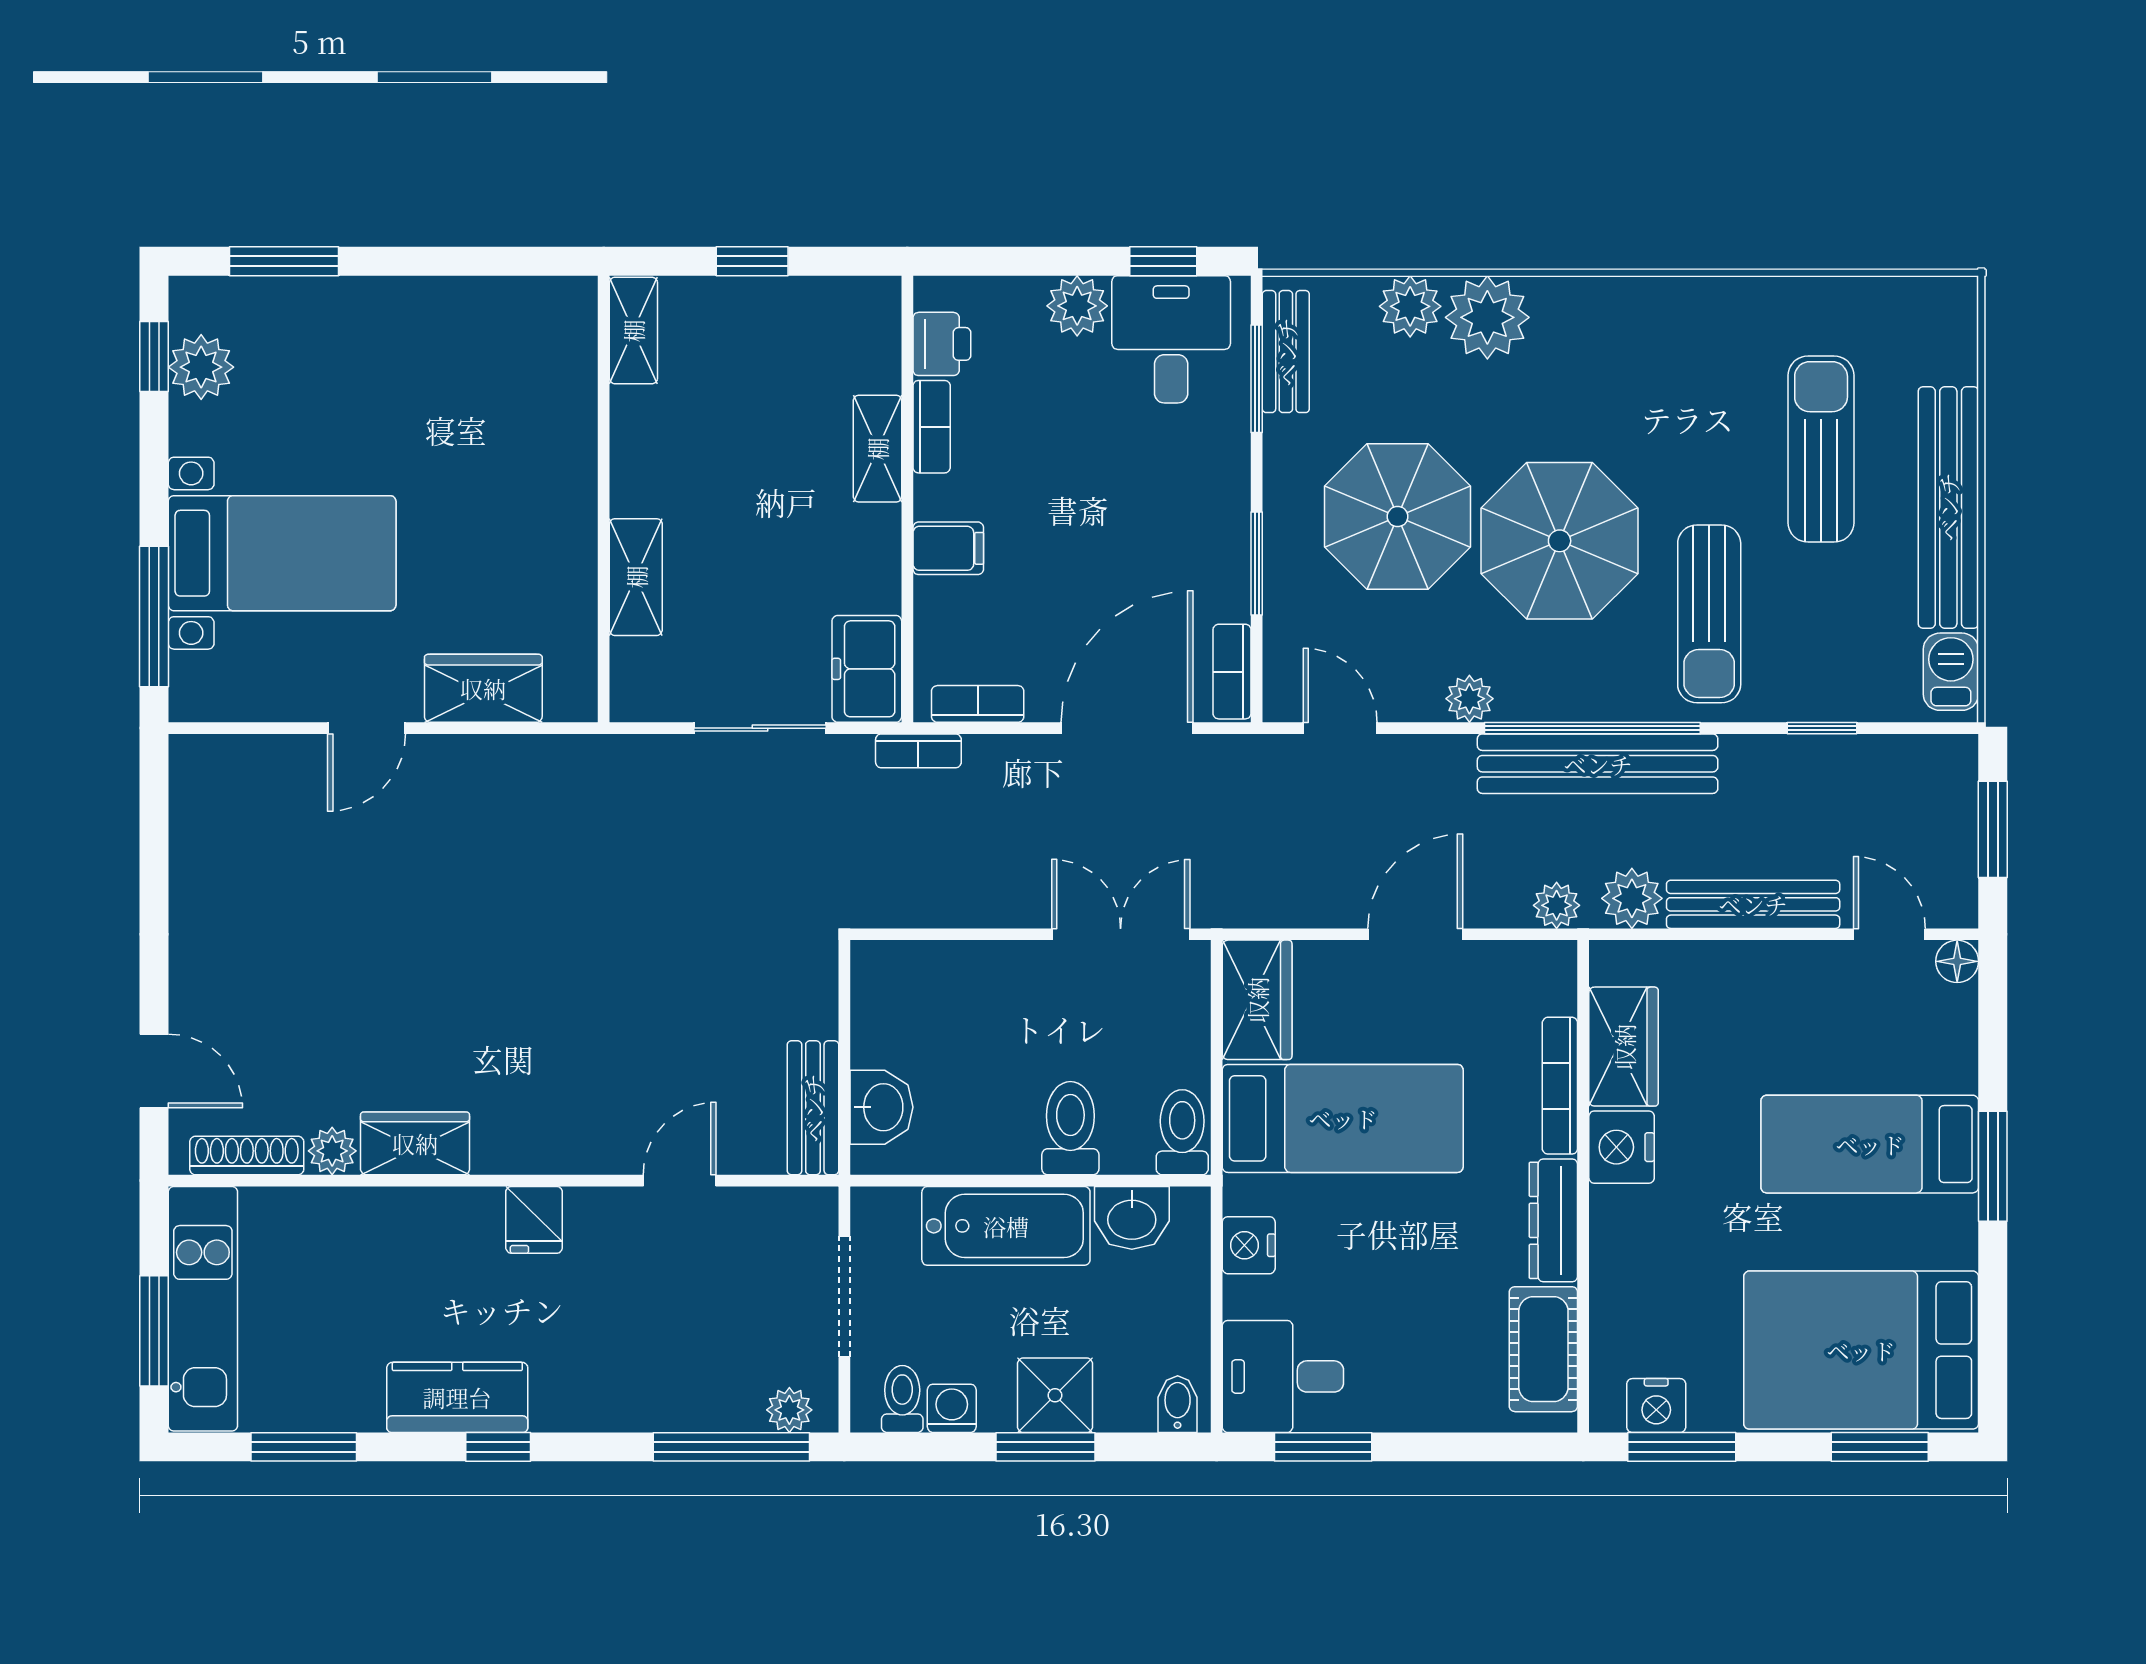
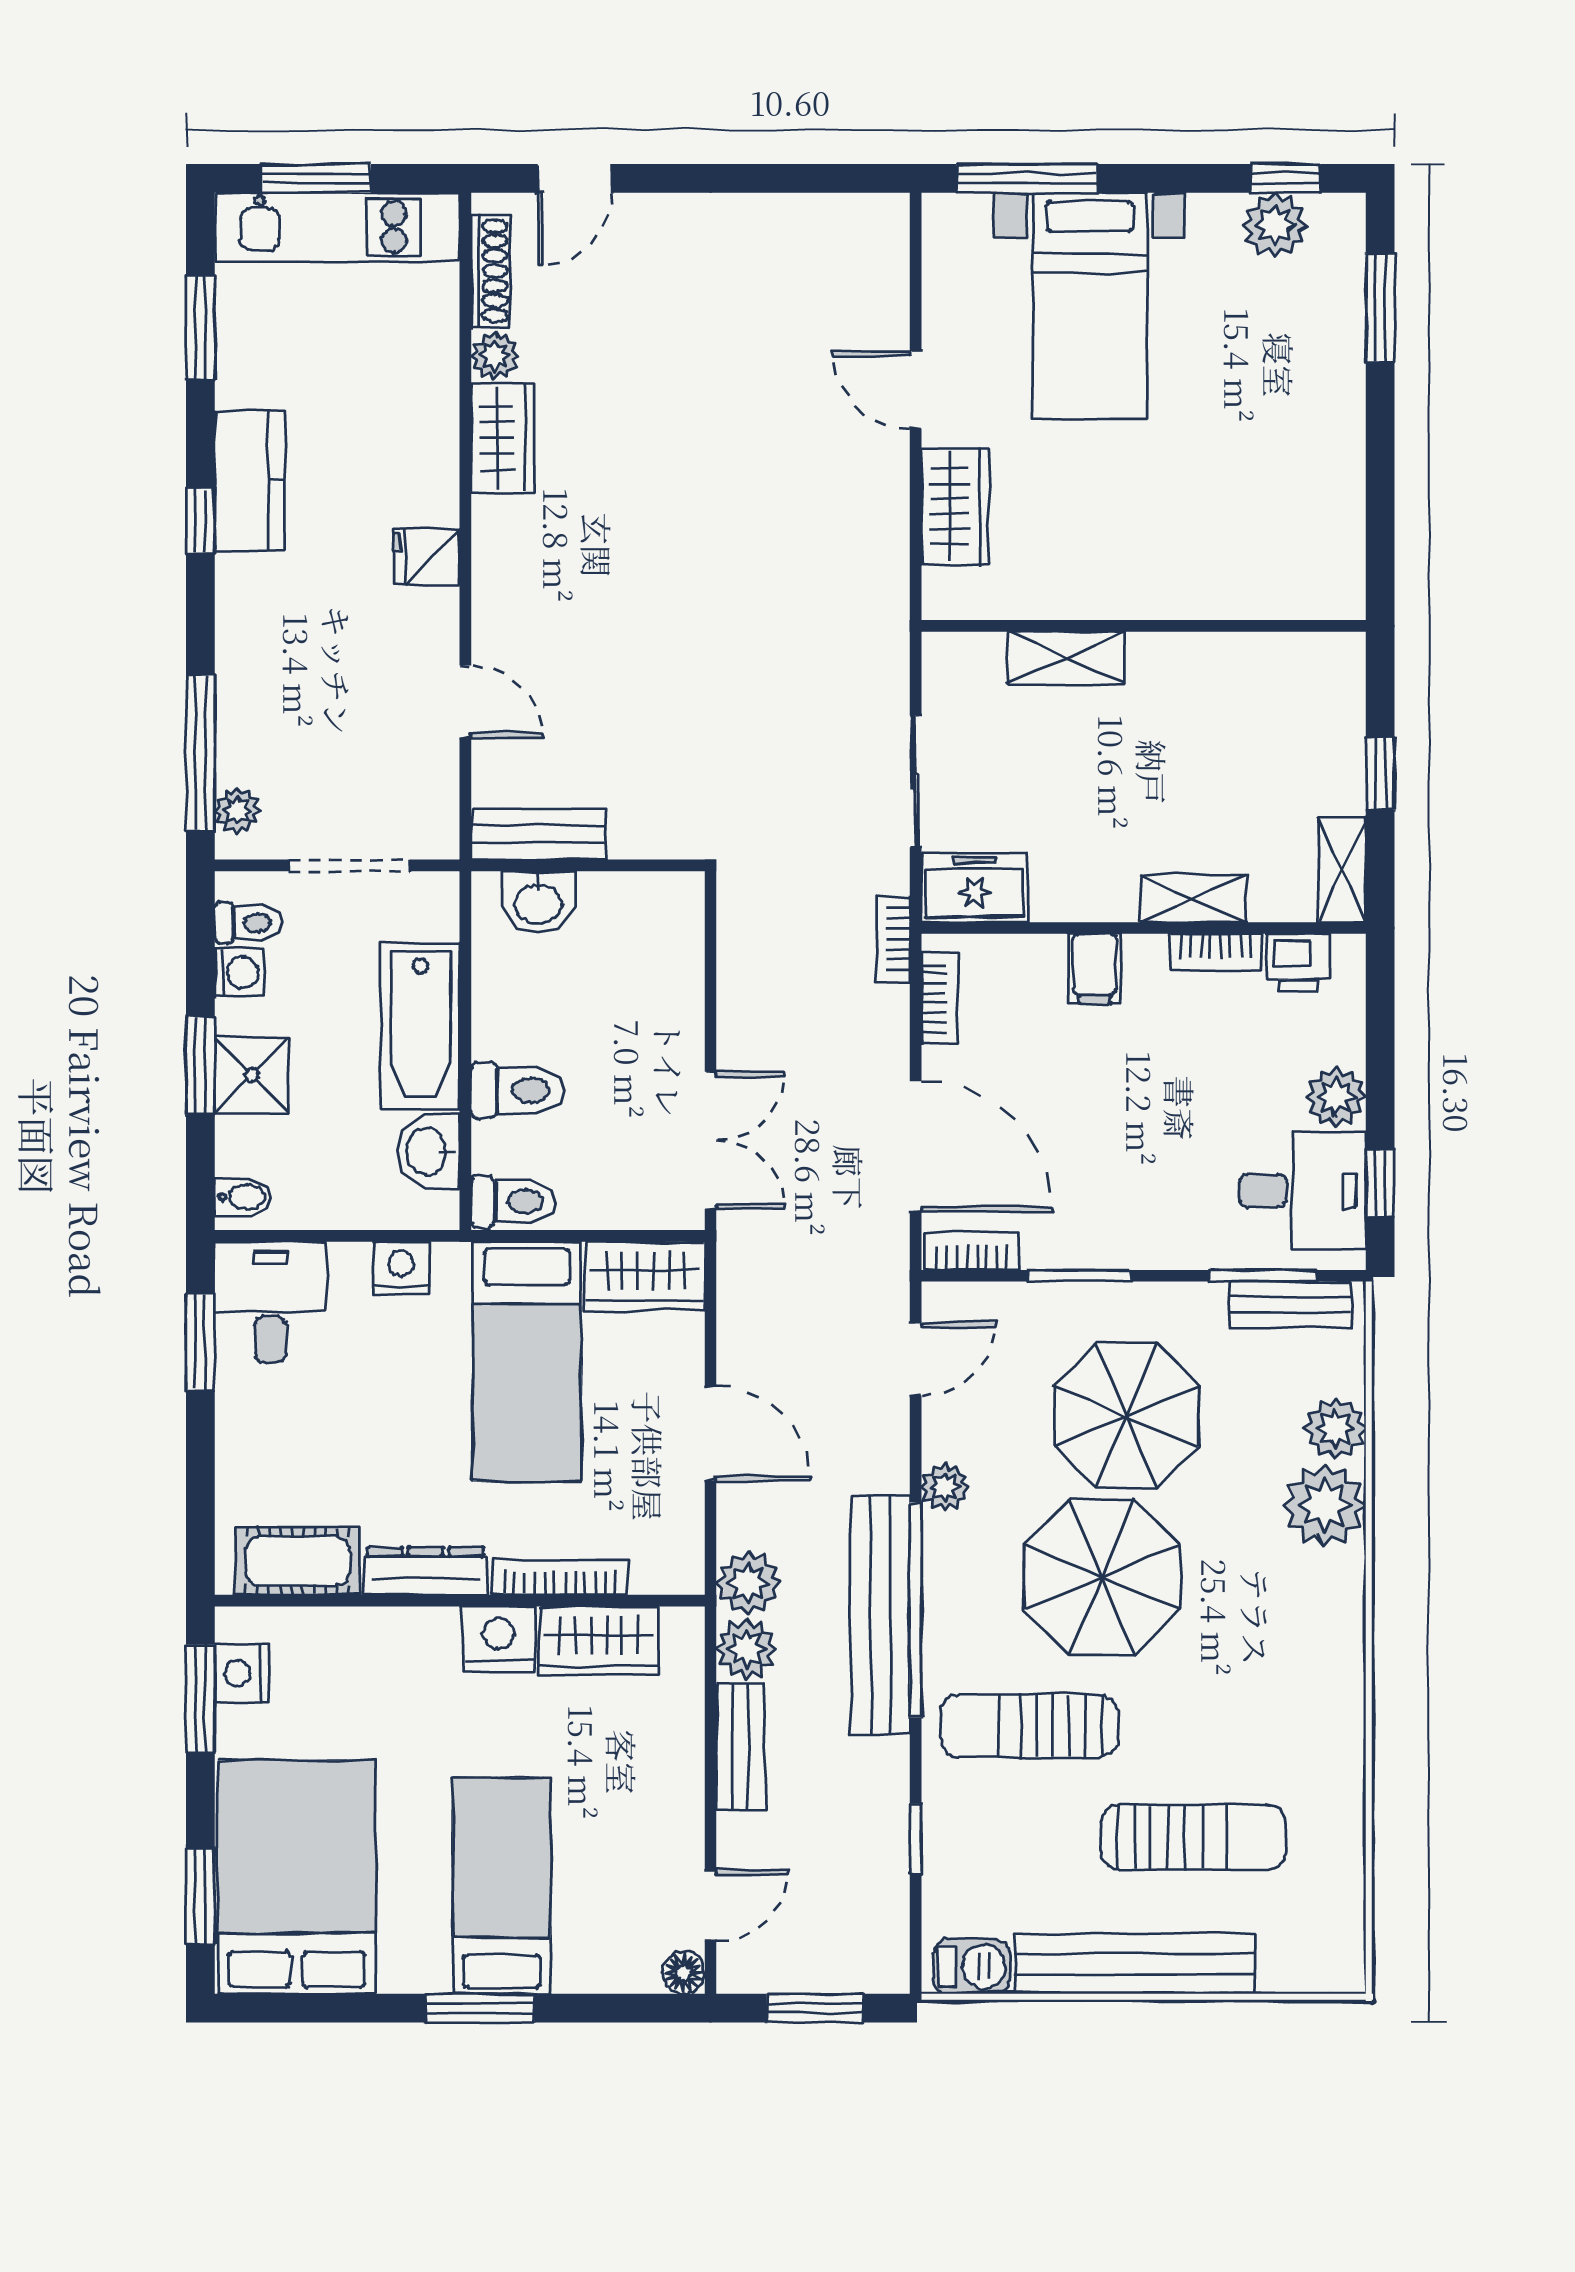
shelving: (633, 331) -> (1342, 869), moved, turned 90
bench: (1753, 904) -> (740, 1747), width x0.73
plant: (1557, 905) -> (748, 1583), width x1.38, depth x1.38

